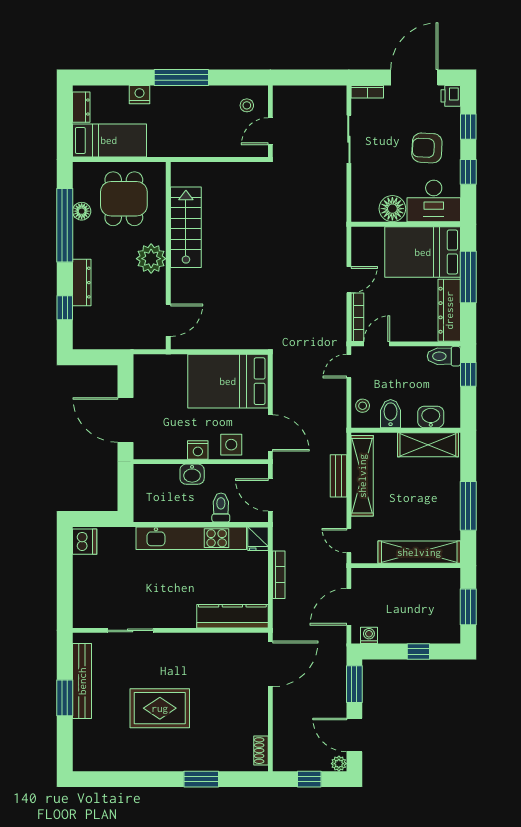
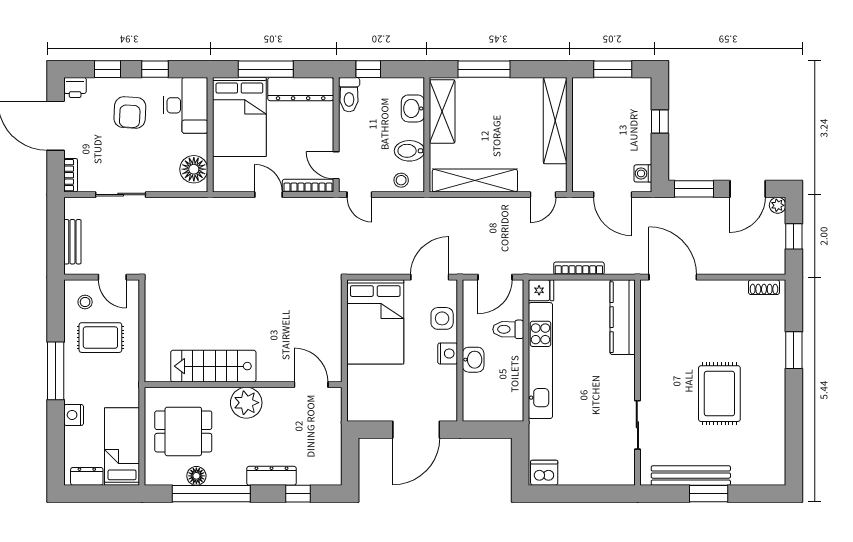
rug: (213, 120) -> (100, 338), added
floor lamp: (392, 209) -> (194, 169), moved
bench: (338, 476) -> (72, 242), moved, turned 90
window: (468, 506) -> (484, 69), moved

